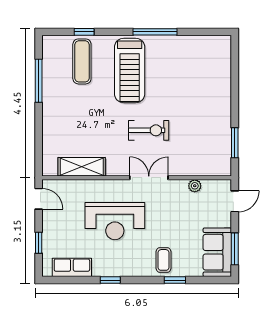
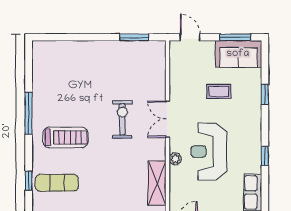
treadmill: (130, 71) -> (65, 137), width x0.73, depth x0.73
plant: (195, 186) -> (175, 159), moved
reception desk: (115, 221) -> (209, 152), turned 180
coffee table: (164, 260) -> (219, 91), moved

